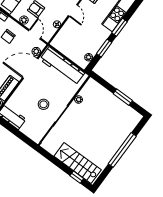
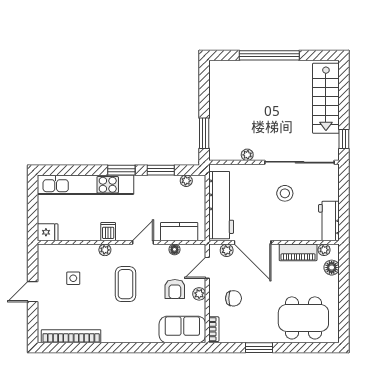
kitchen counter: (65, 34) -> (179, 232), added
window: (123, 97) -> (204, 133), moved
window: (77, 177) -> (344, 139), moved

